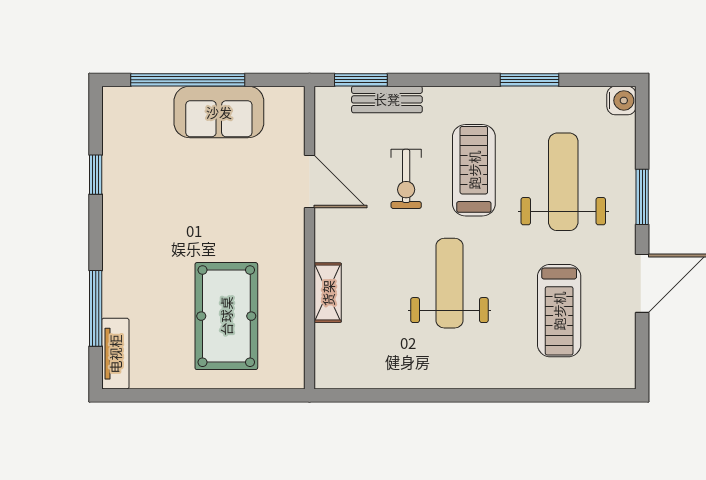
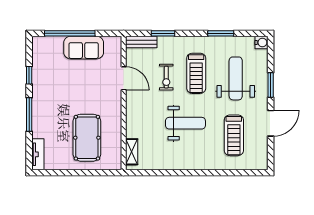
window: (361, 80) -> (163, 33), moved
bench: (387, 99) -> (141, 42), moved
treadmill: (474, 170) -> (196, 73), turned 180
weight bench: (449, 283) -> (185, 123), turned 90
shelving: (328, 293) -> (132, 152), moved
window: (96, 308) -> (29, 115), moved

